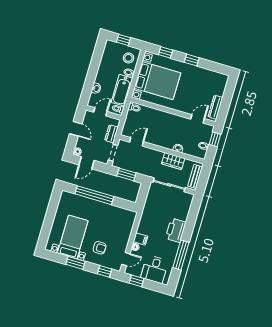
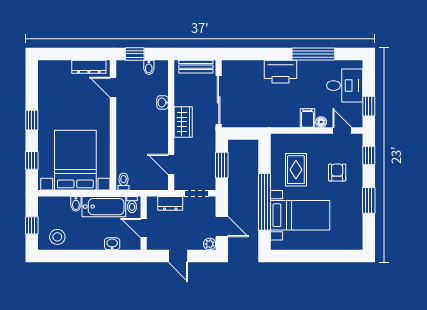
stool: (128, 58) -> (57, 237), moved
door: (76, 129) -> (178, 256), swing flipped
wardrobe: (173, 161) -> (183, 122), moved
rug: (109, 222) -> (296, 170), added
bed with nightstands: (73, 237) -> (300, 215), moved, turned 180

